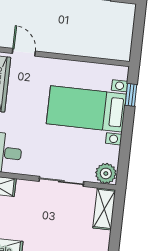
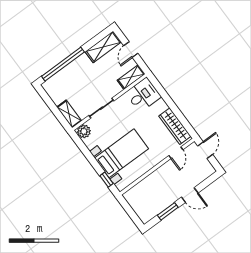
door: (24, 52) -> (176, 153), hinge flipped

